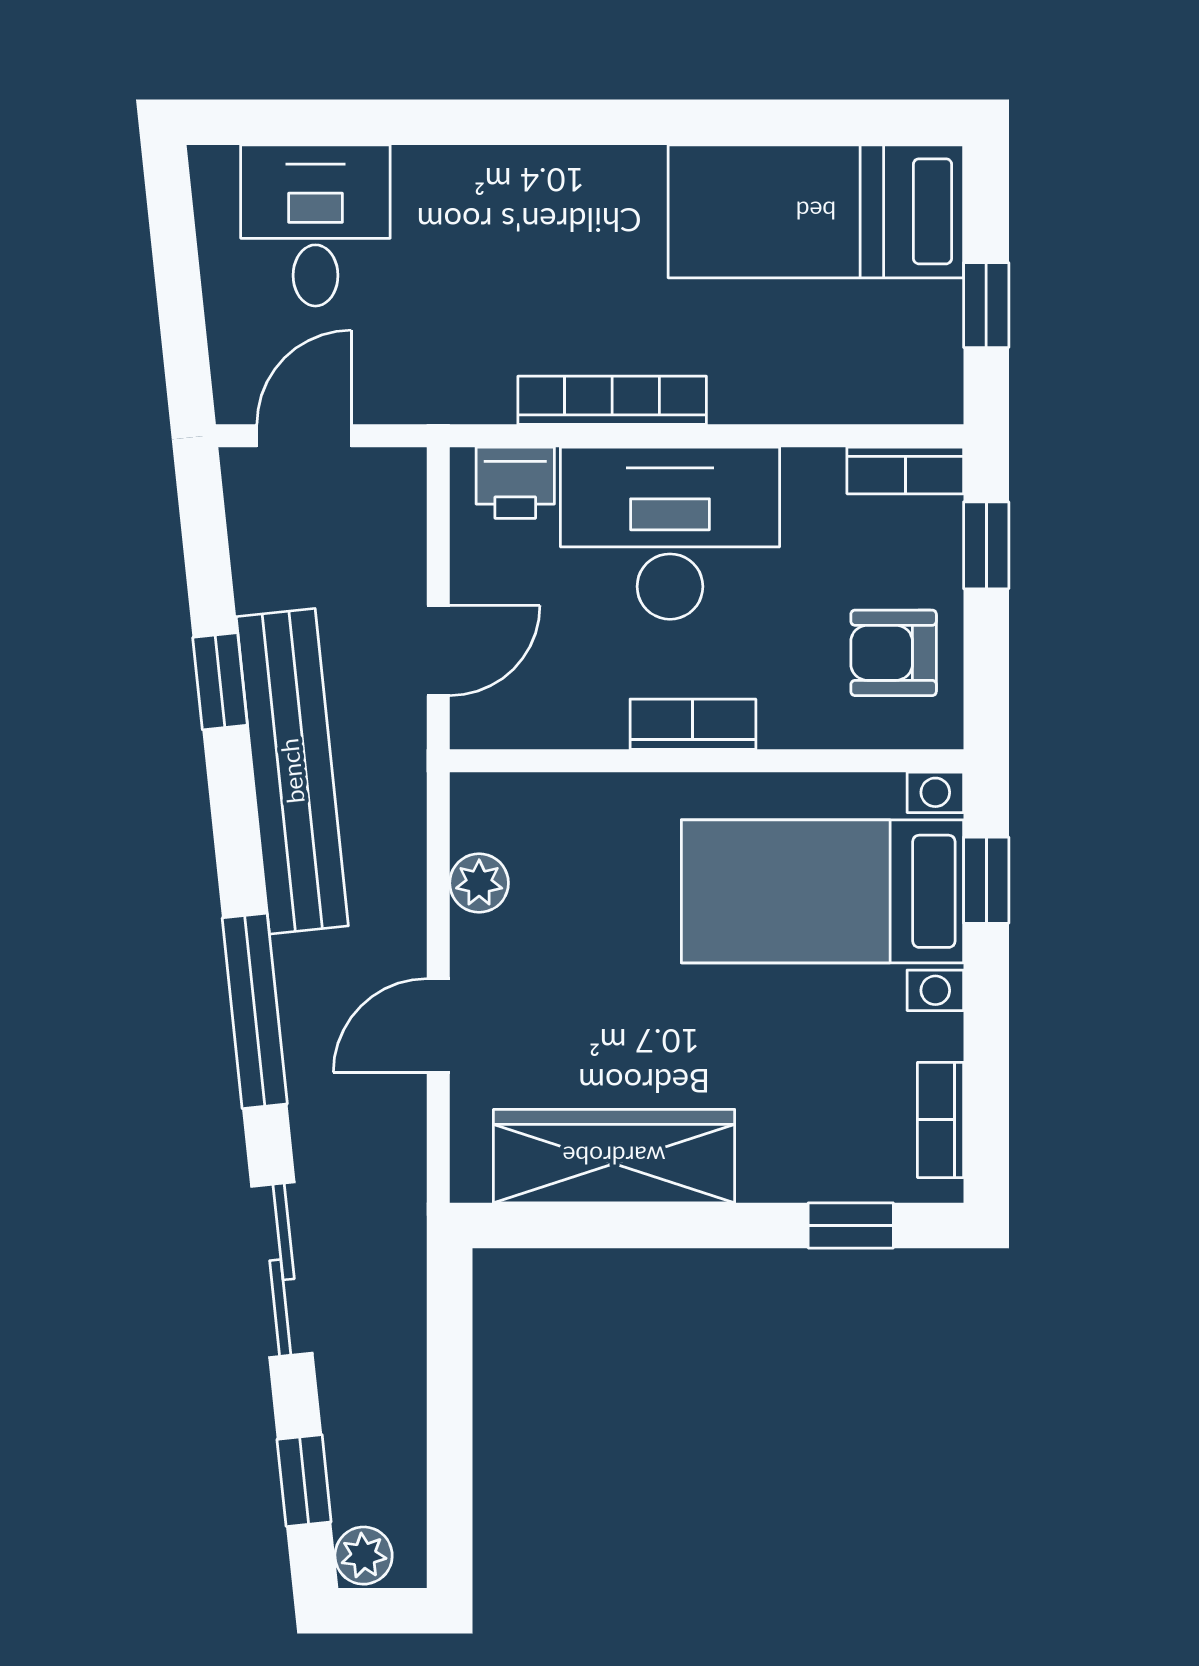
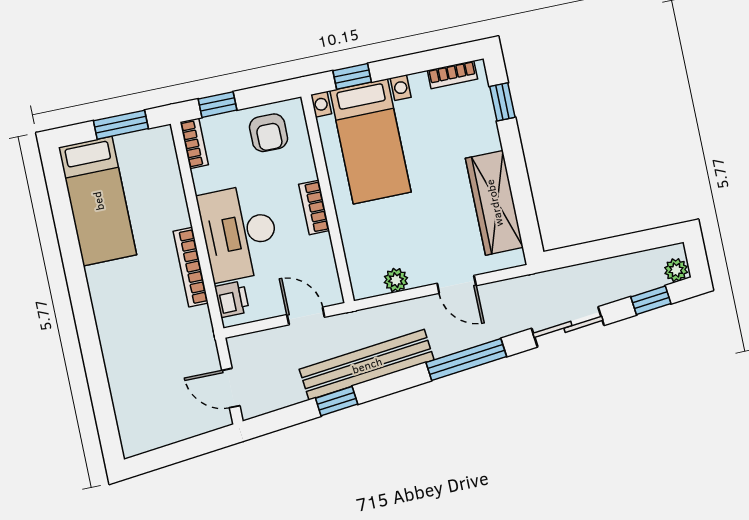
desk: (315, 225) -> (145, 401), removed
window: (986, 305) -> (121, 125), width x1.50

